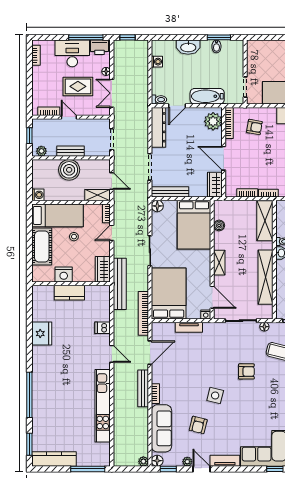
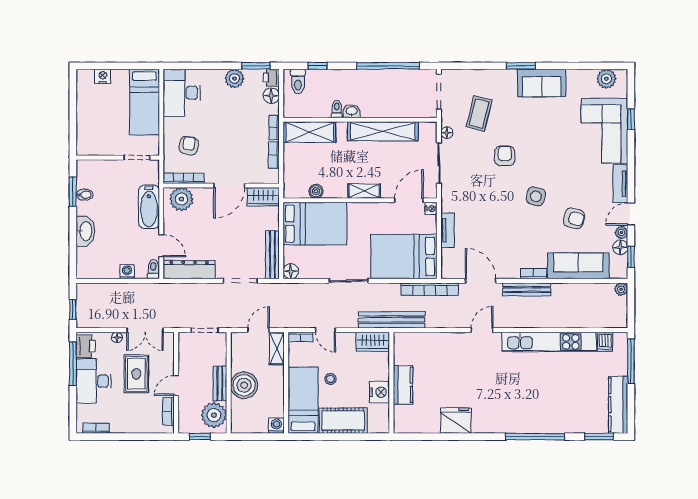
washing machine: (157, 62) -> (127, 272), moved
plant: (41, 151) -> (214, 415), width x1.87, depth x1.87
dishwasher: (103, 328) -> (605, 342), moved
floor lamp: (157, 461) -> (620, 247), moved

